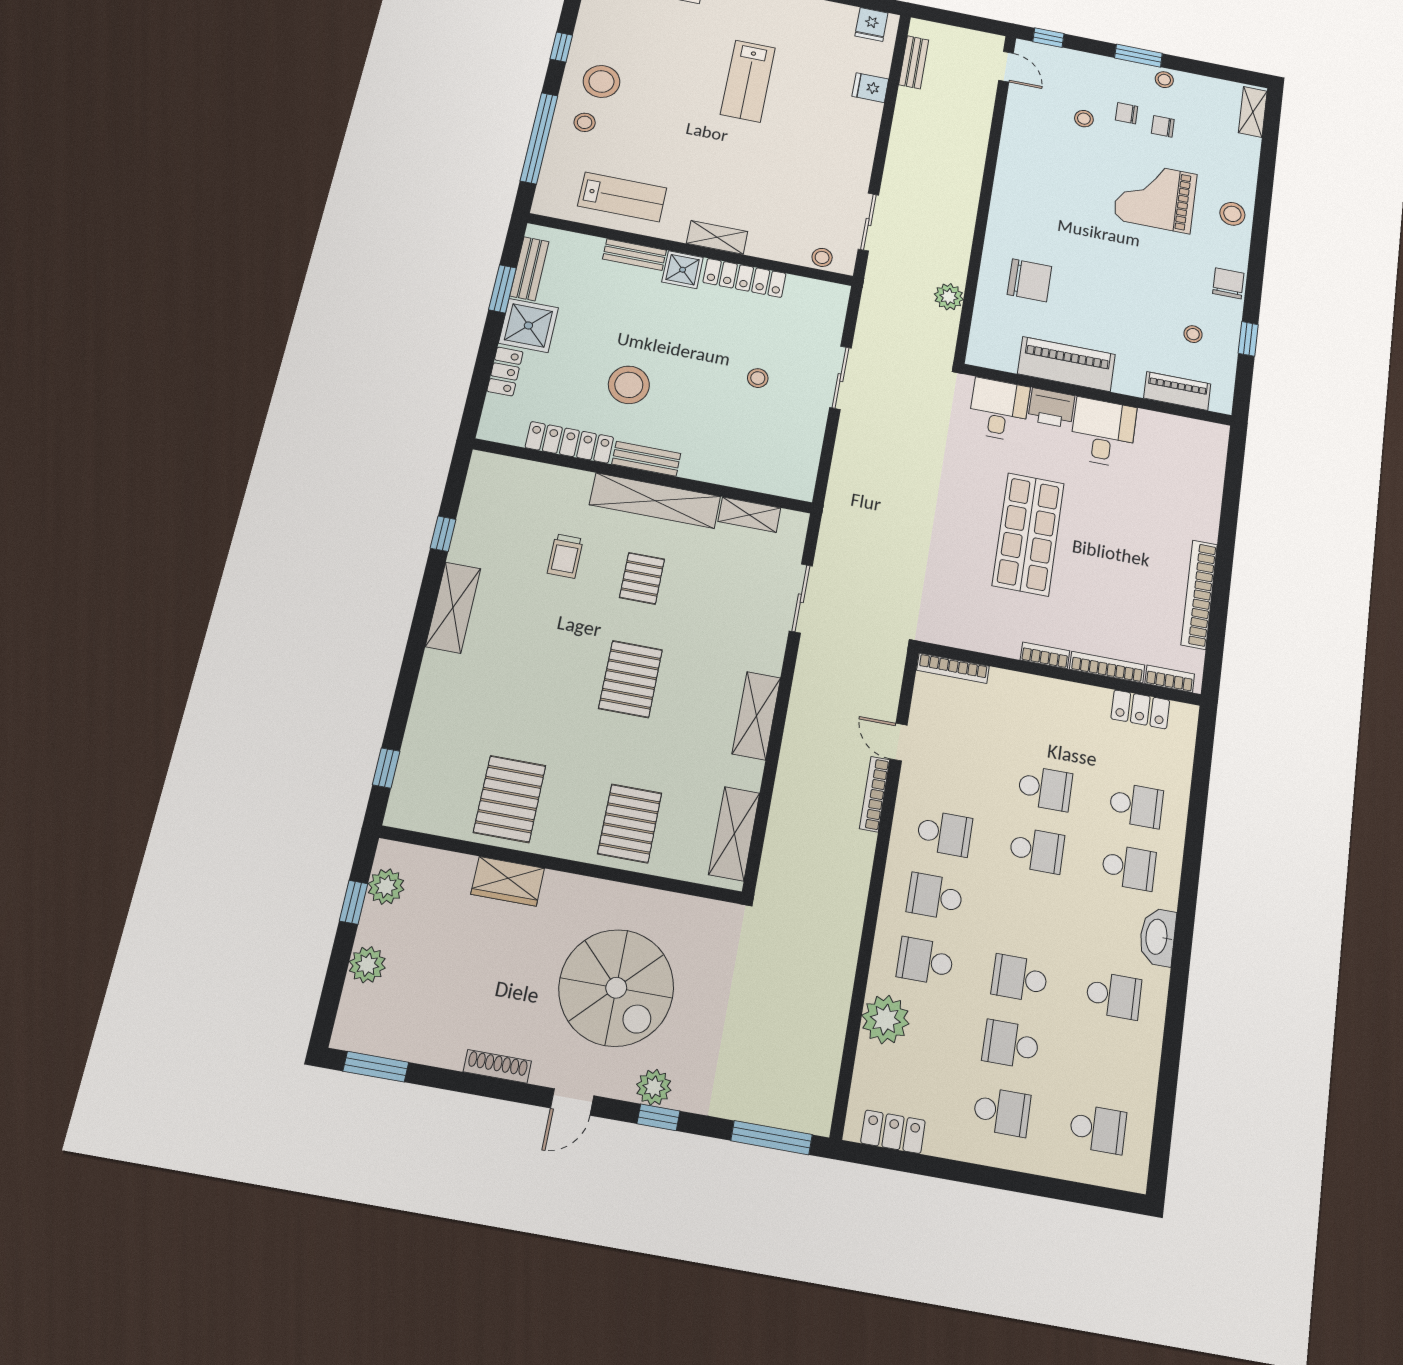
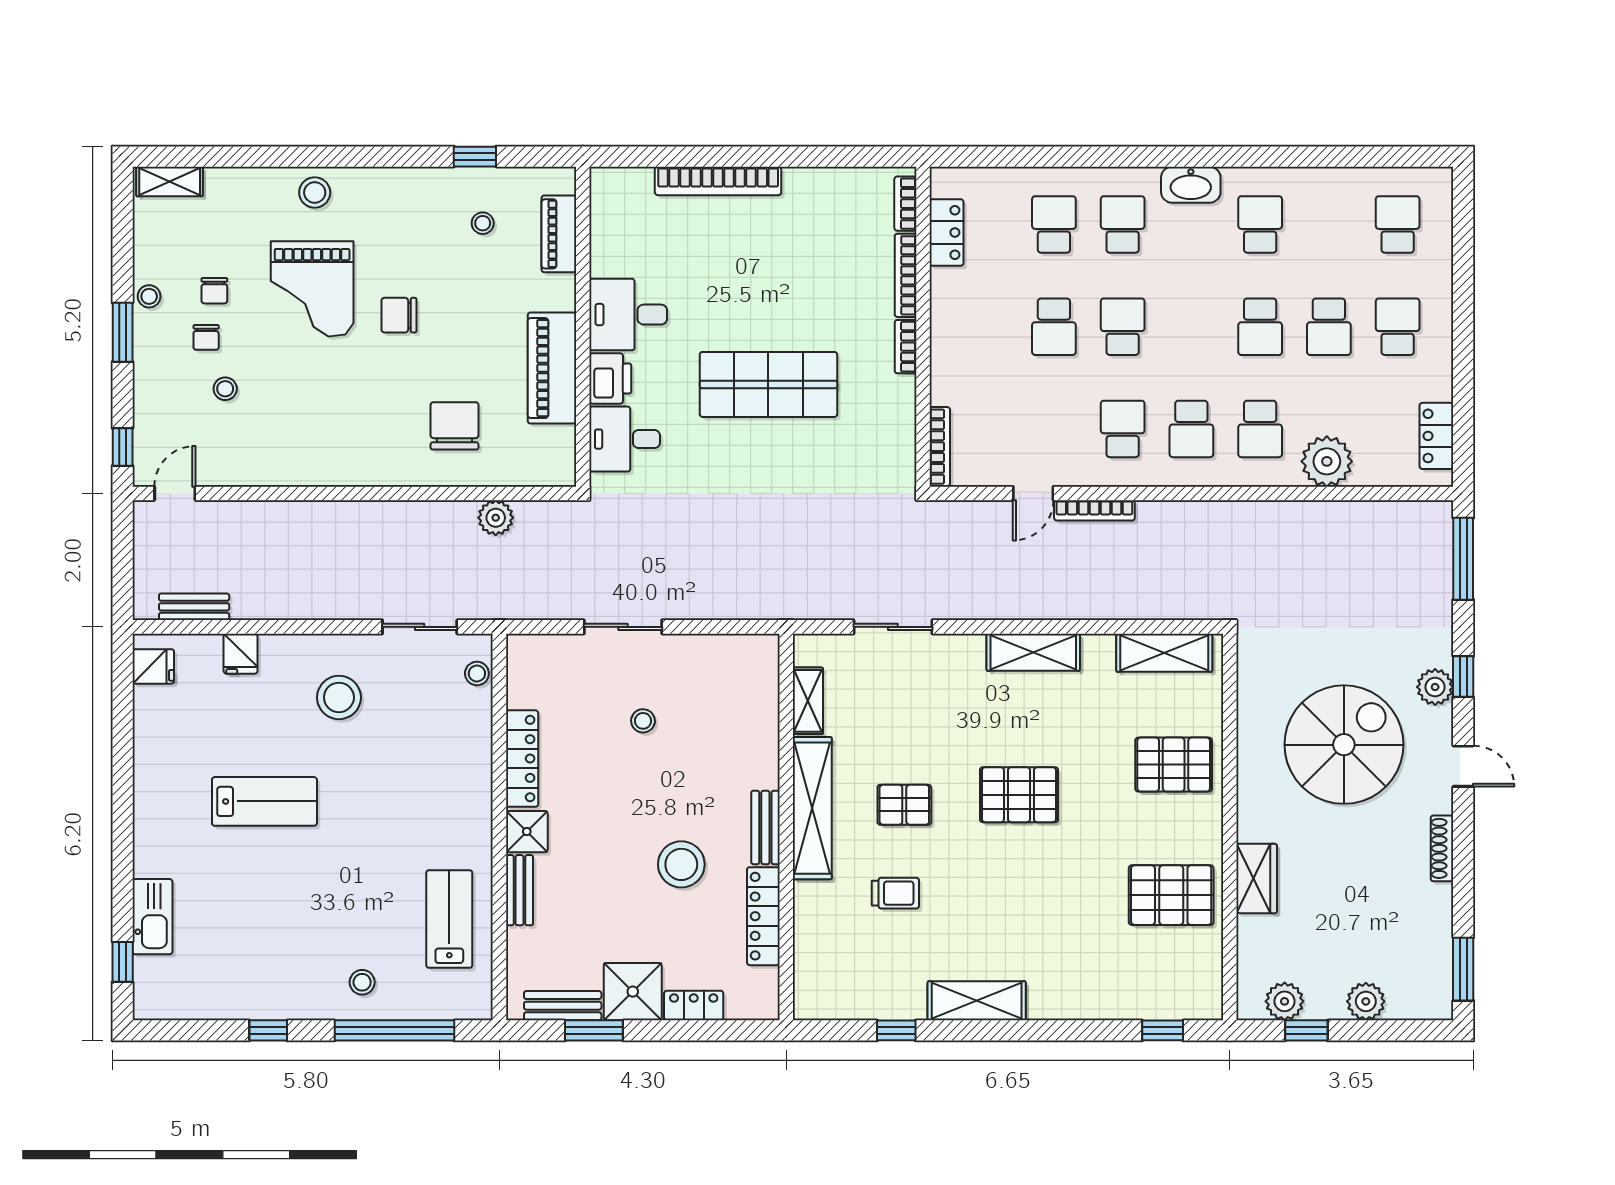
stool: (601, 81) -> (339, 697), moved
shelving: (717, 237) -> (477, 800), removed
chair: (1228, 283) -> (399, 315), moved
bookcase: (1199, 594) -> (718, 181), moved
school desk: (1045, 788) -> (1054, 327), turned 180

